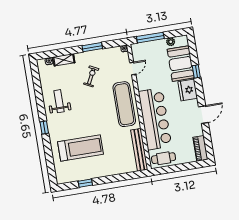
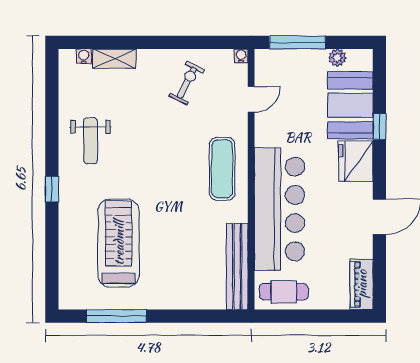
window: (92, 47) -> (176, 42), removed
exercise bike: (91, 76) -> (187, 83), moved
weight bench: (59, 101) -> (91, 141), turned 180
exercise mat: (124, 104) -> (222, 169), width x0.73, depth x0.69
treadmill: (80, 148) -> (119, 243), turned -90
window: (85, 183) -> (117, 316), width x2.17

